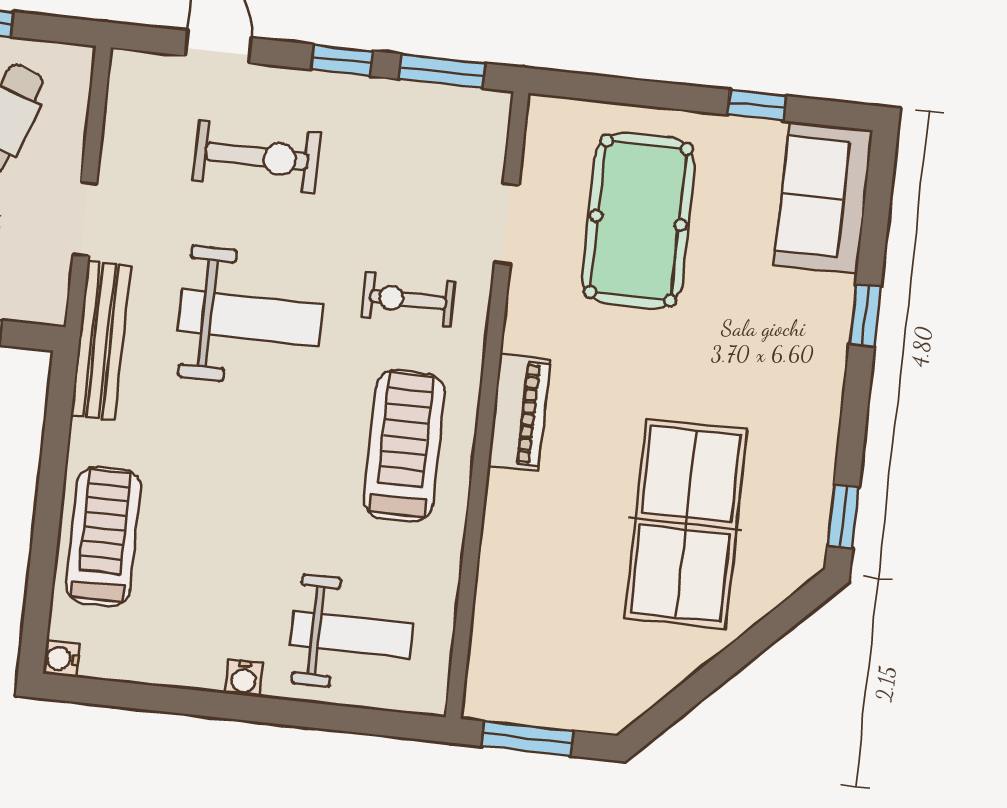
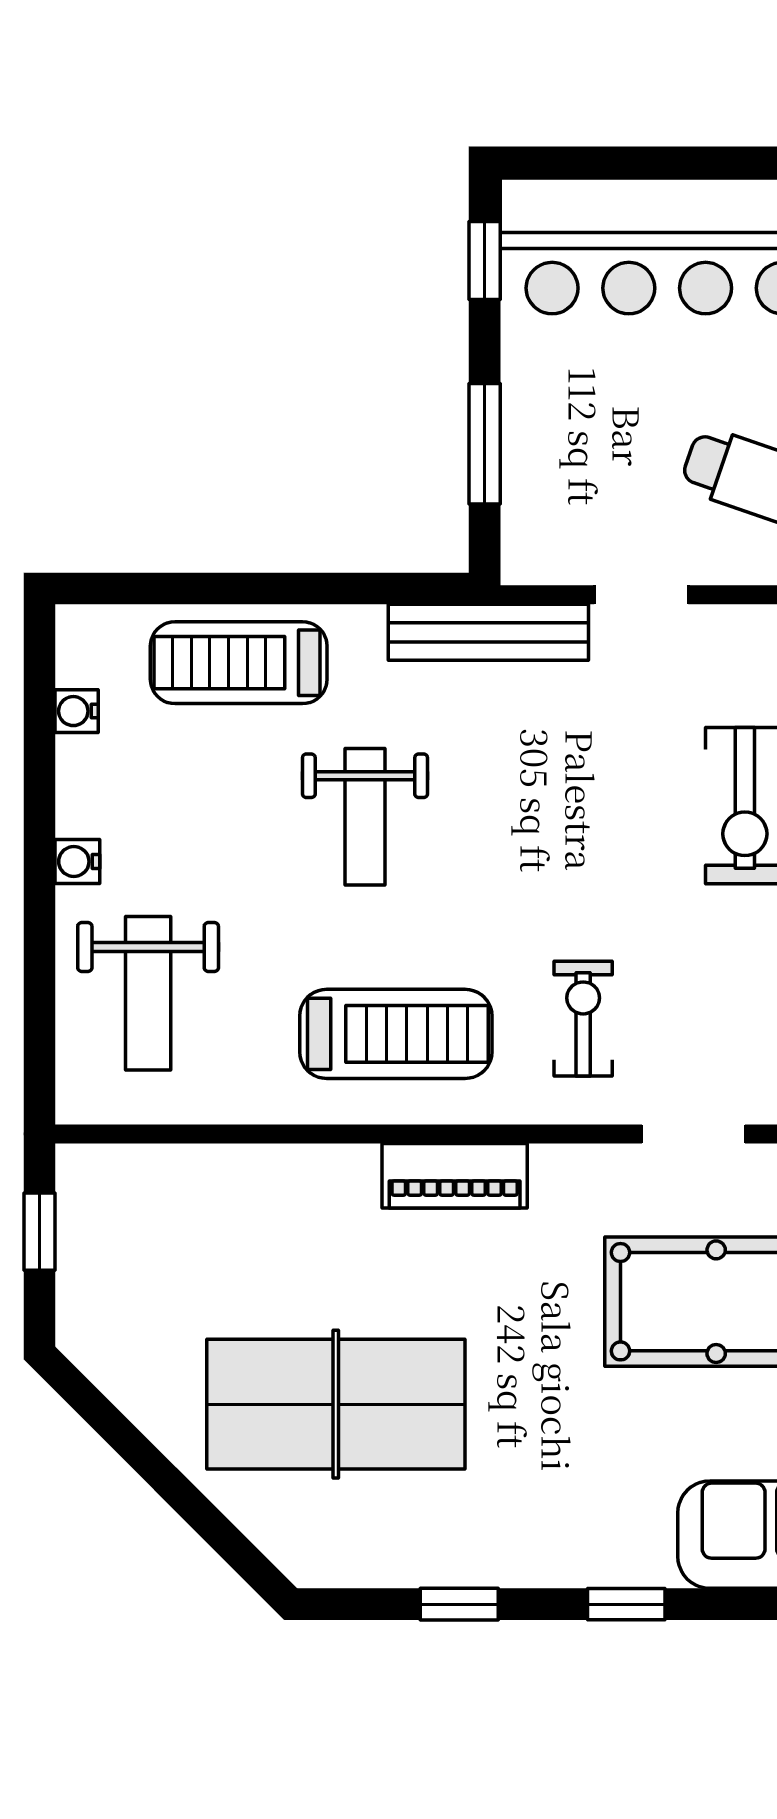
weight bench: (250, 318) -> (365, 817), moved, width x0.73, depth x0.75
window: (843, 516) -> (459, 1604), moved
treadmill: (103, 536) -> (239, 663), turned 180
water cooler: (61, 659) -> (77, 711), moved, turned -90
window: (527, 739) -> (40, 1232), width x0.67

